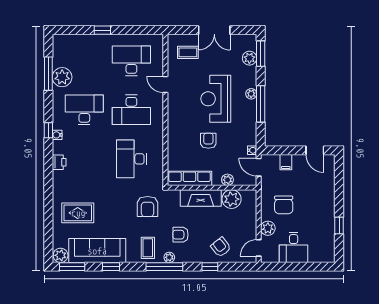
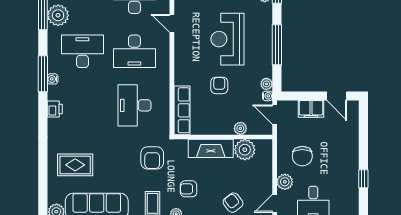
plant: (251, 94) -> (266, 84), moved
window: (48, 130) -> (43, 74), width x2.17
filing cabinet: (286, 162) -> (311, 109), width x2.00
row of seats: (189, 178) -> (182, 110), moved, turned 90

